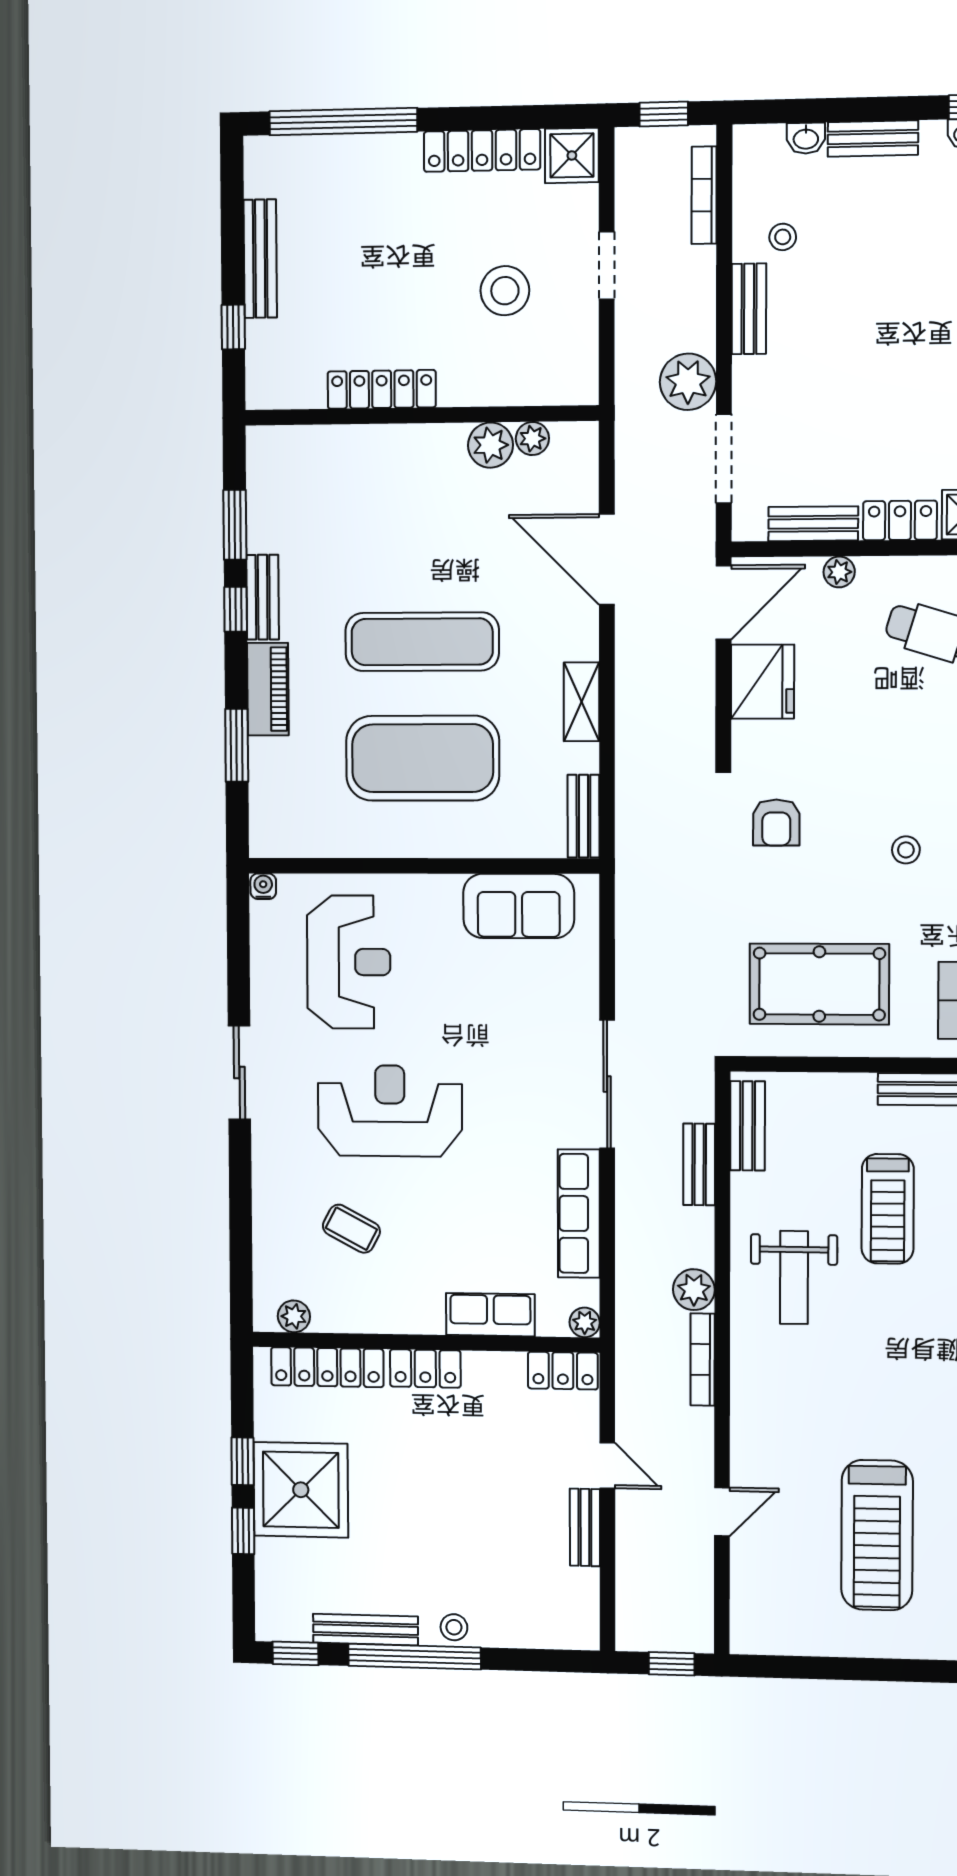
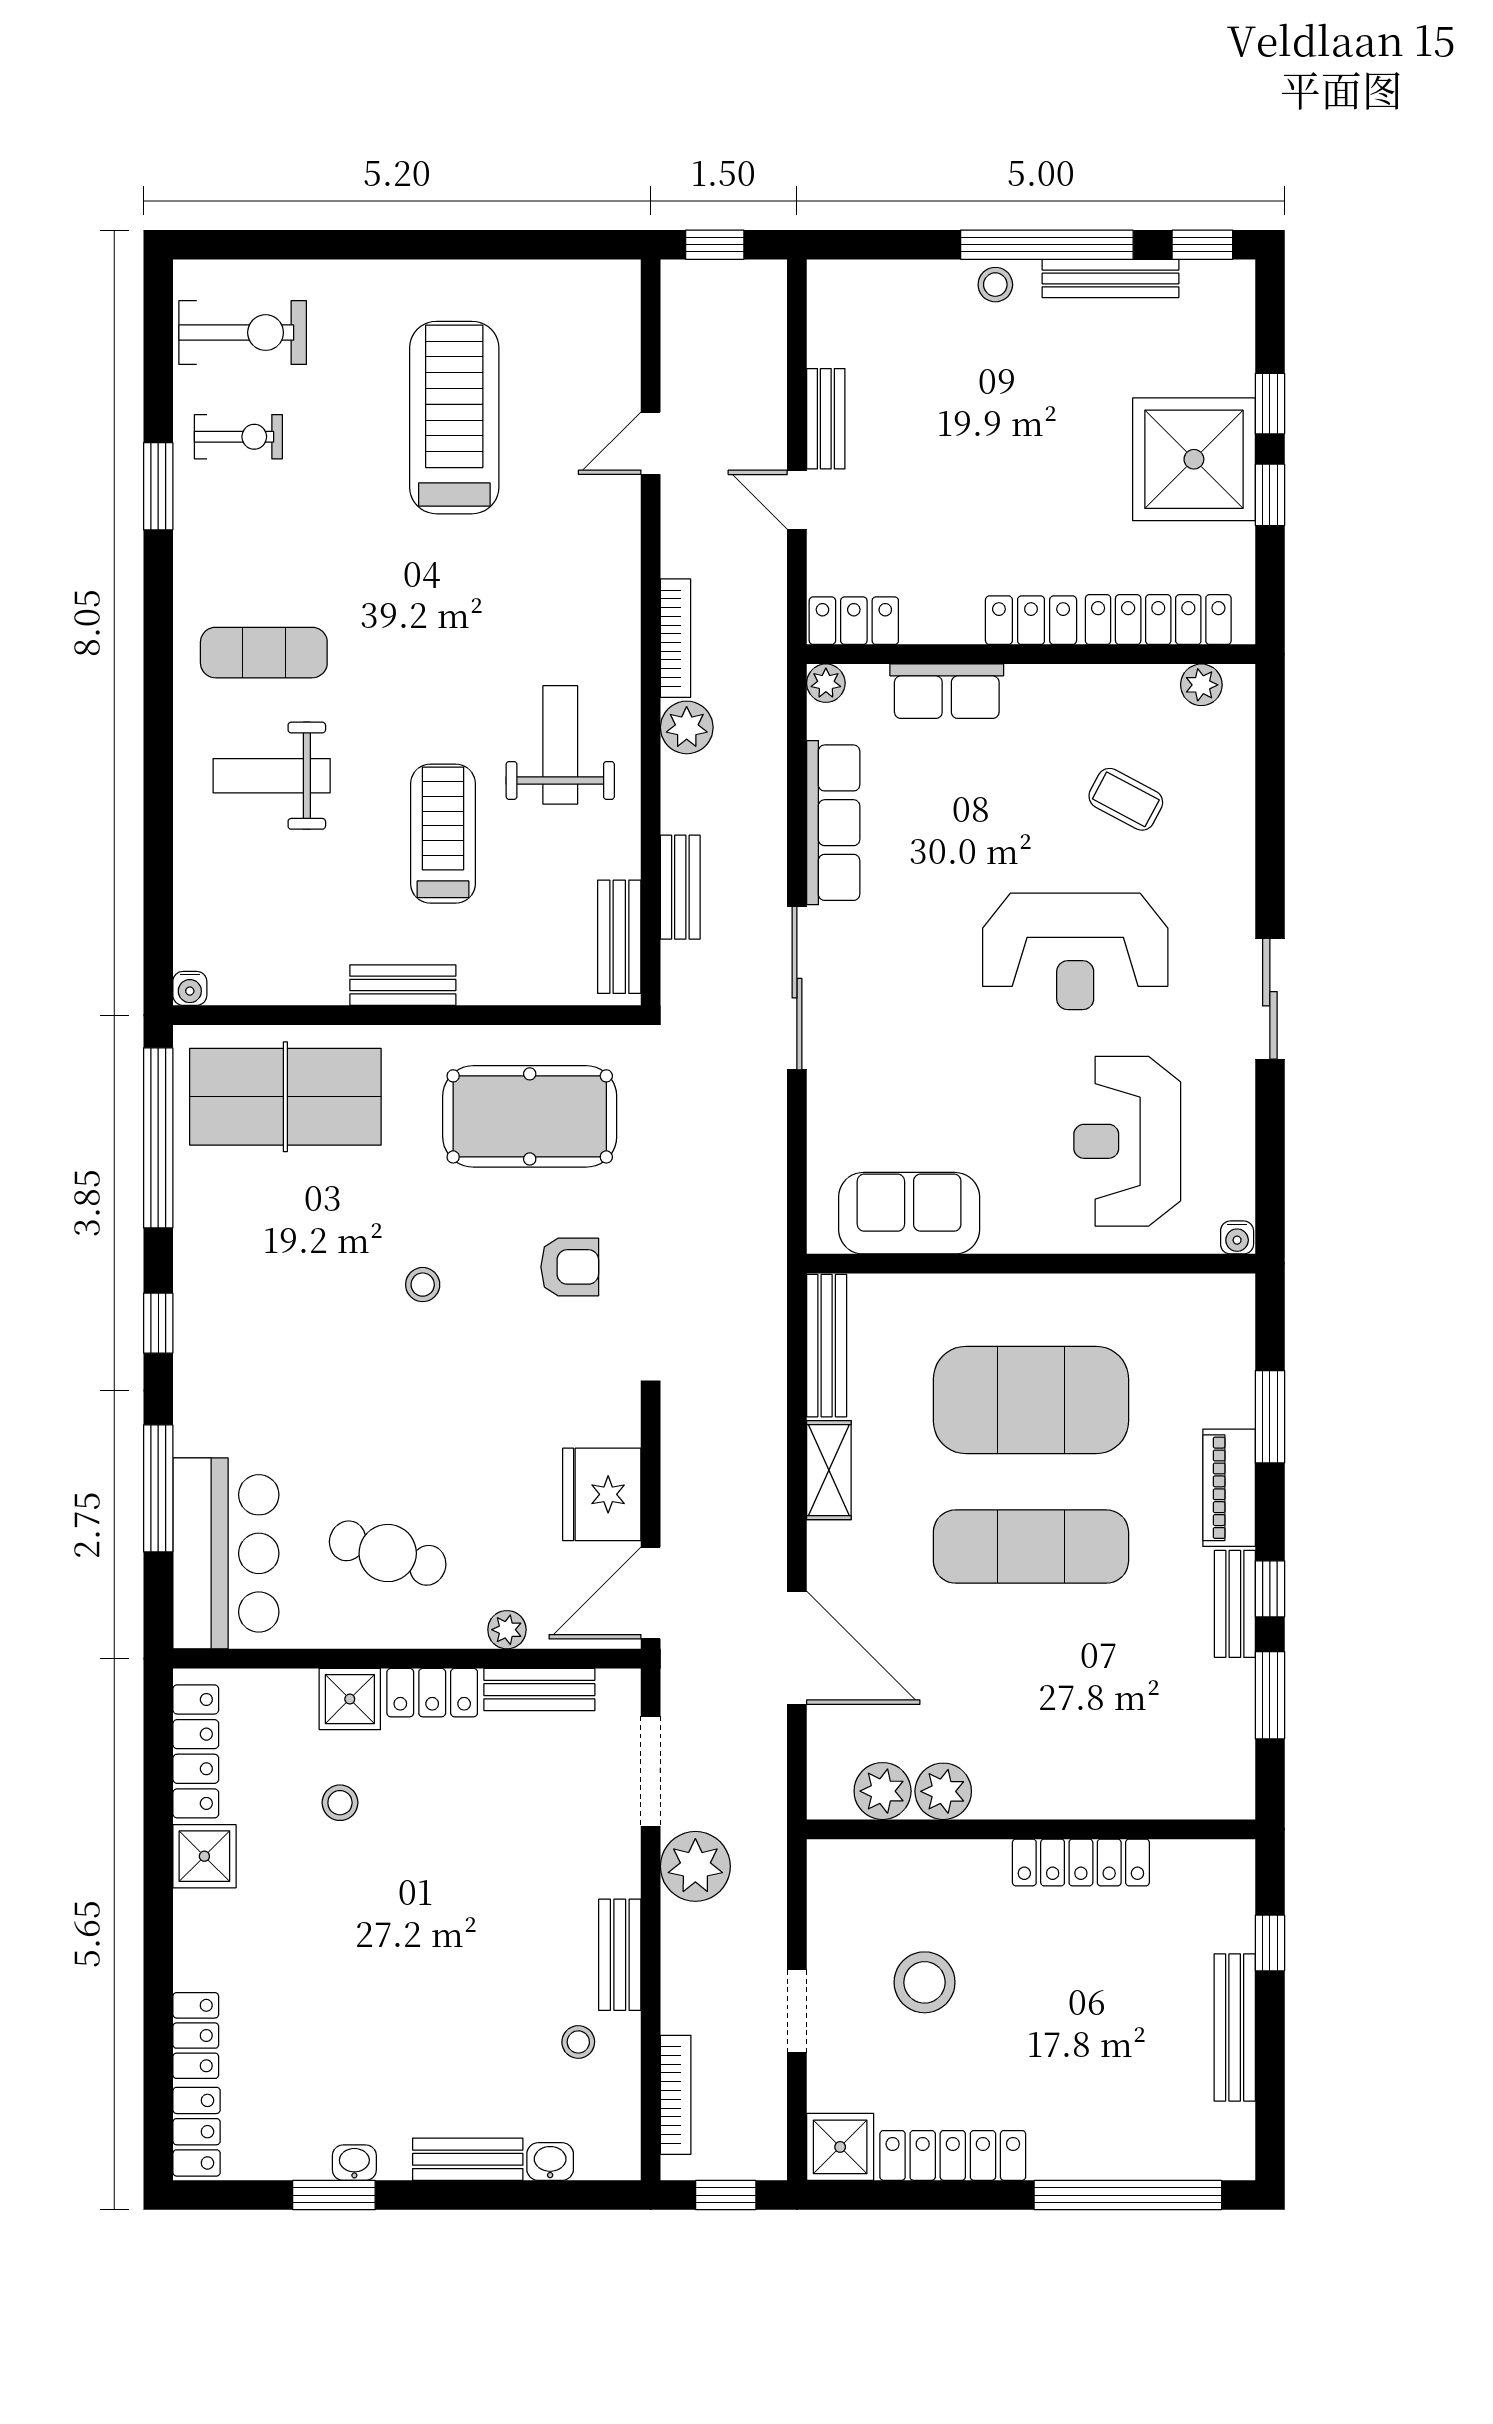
plant: (532, 439) -> (883, 1791), width x1.38, depth x1.38
bench: (583, 816) -> (827, 1346), width x1.36
armchair: (776, 823) -> (570, 1267), moved, turned 90

